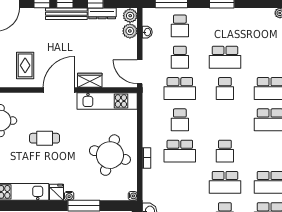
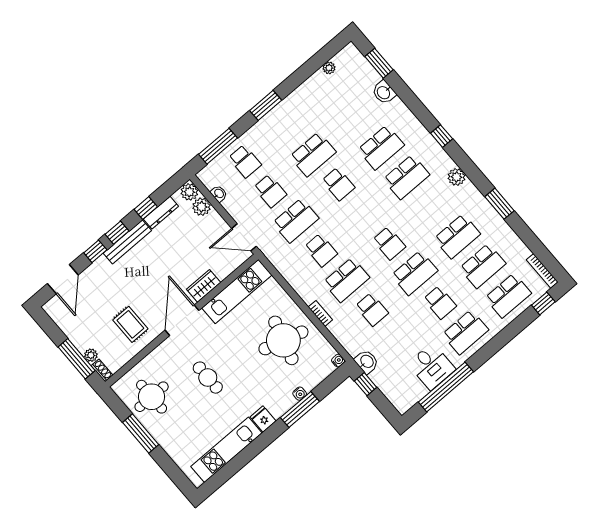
cafe table: (45, 138) -> (208, 378), turned 90
school desk: (180, 182) -> (372, 309), added
water cooler: (69, 196) -> (300, 394), moved

